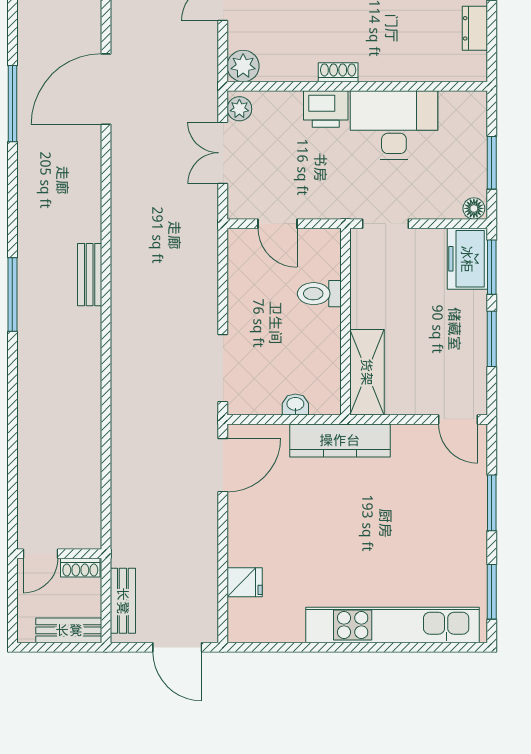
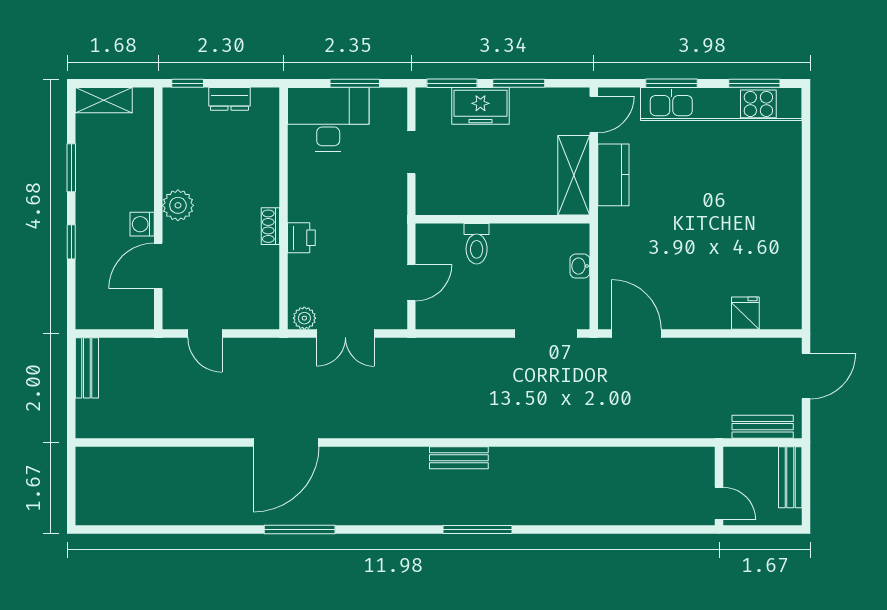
plant: (243, 66) -> (265, 315), removed
door: (106, 89) -> (286, 442), hinge flipped
printer: (326, 109) -> (301, 238), width x0.73, depth x0.81
desk: (394, 125) -> (328, 119), moved, turned 90
floor lamp: (474, 208) -> (397, 100), removed
doorway: (385, 224) -> (411, 152), moved
freezer: (467, 259) -> (480, 106), moved
shelving: (367, 372) -> (574, 175), moved, turned 90
kitchen counter: (340, 440) -> (613, 175), moved, width x0.67
shoe rack: (80, 568) -> (732, 466), removed
kitchen unit: (392, 625) -> (721, 104), moved, turned -90

